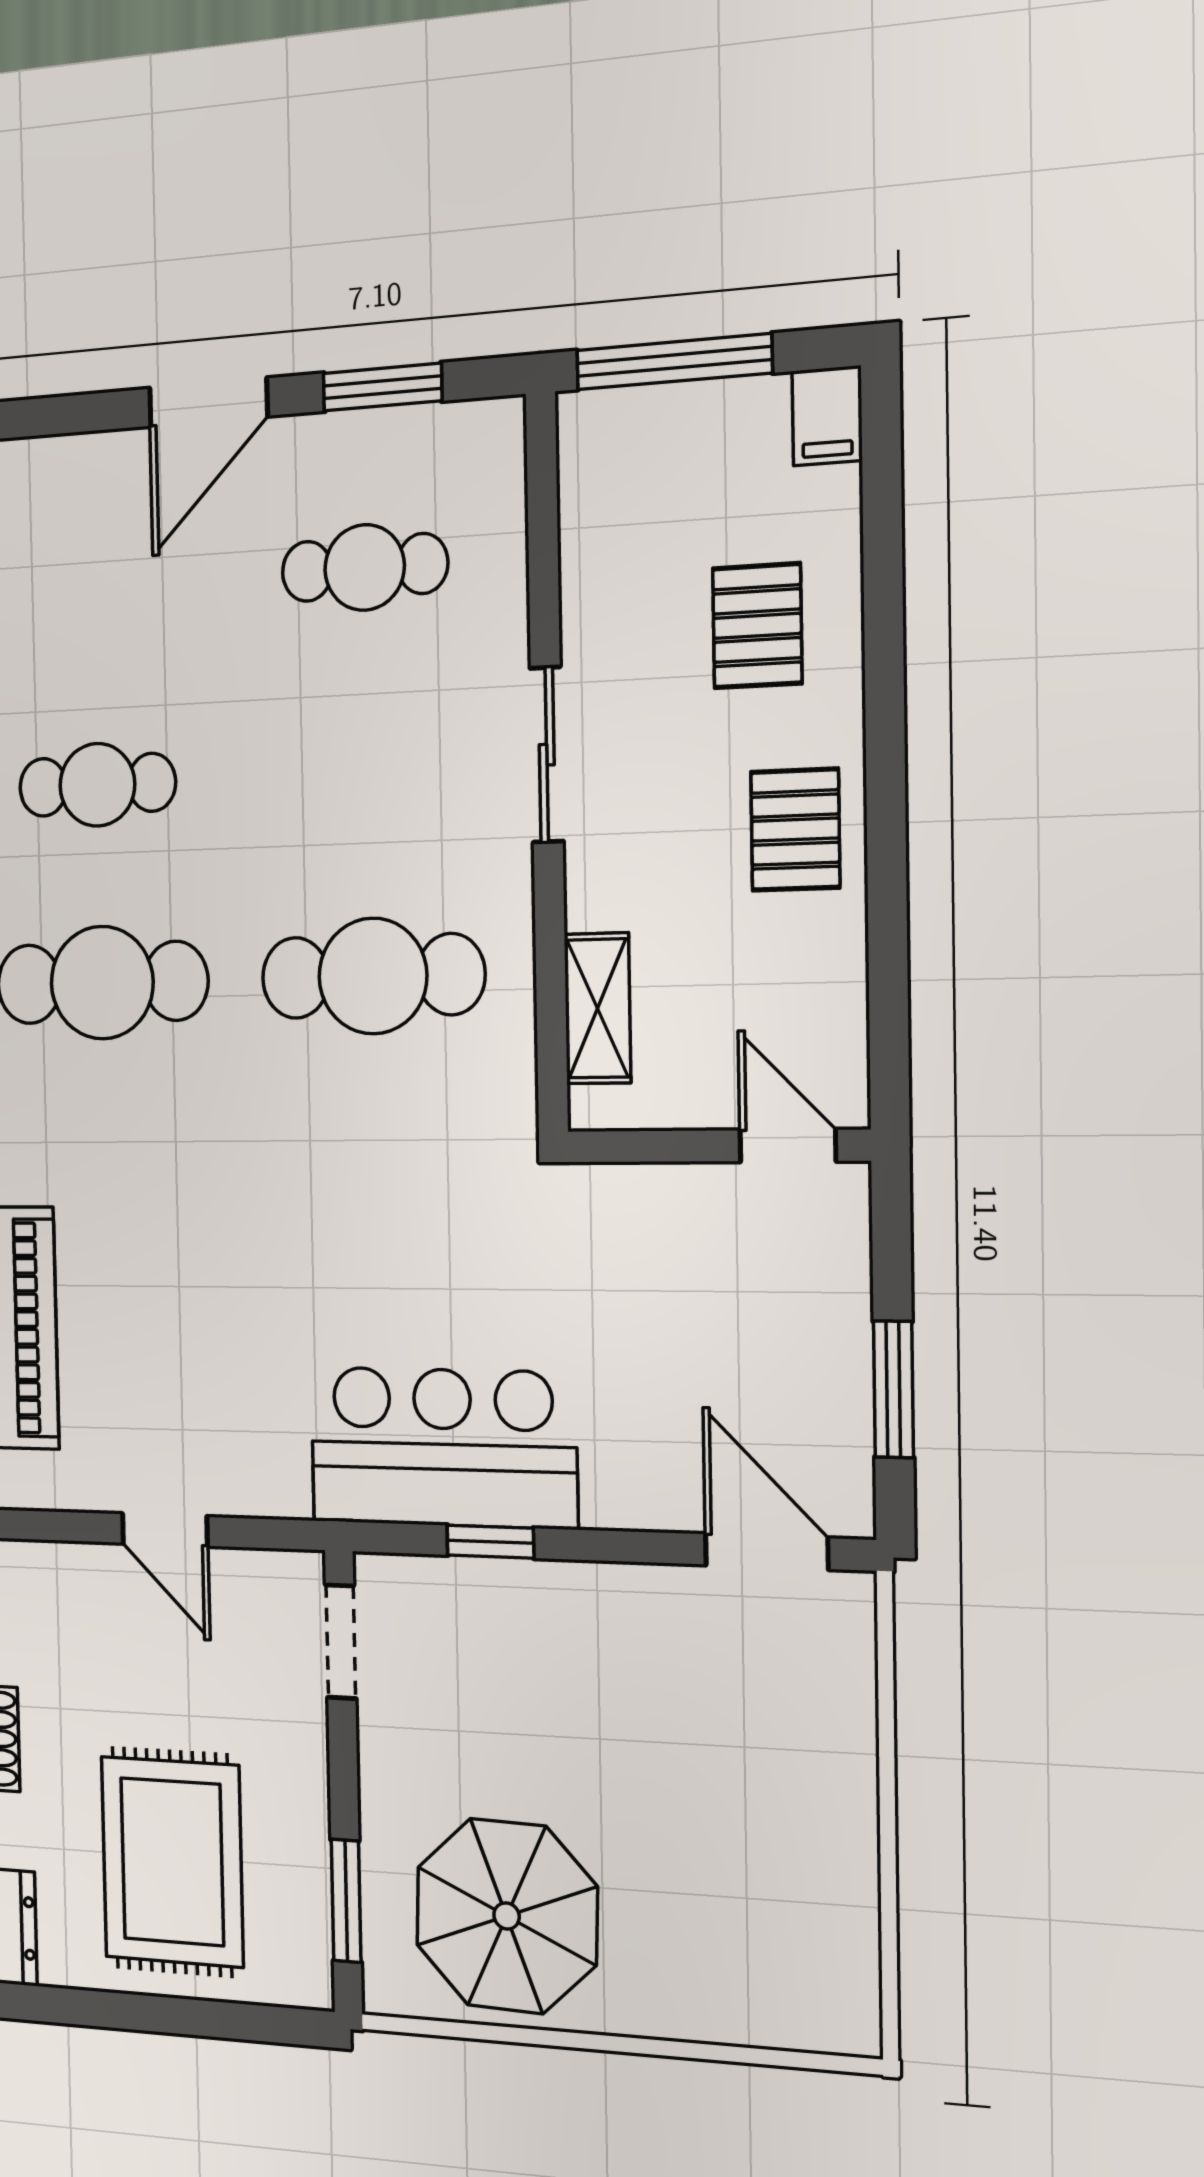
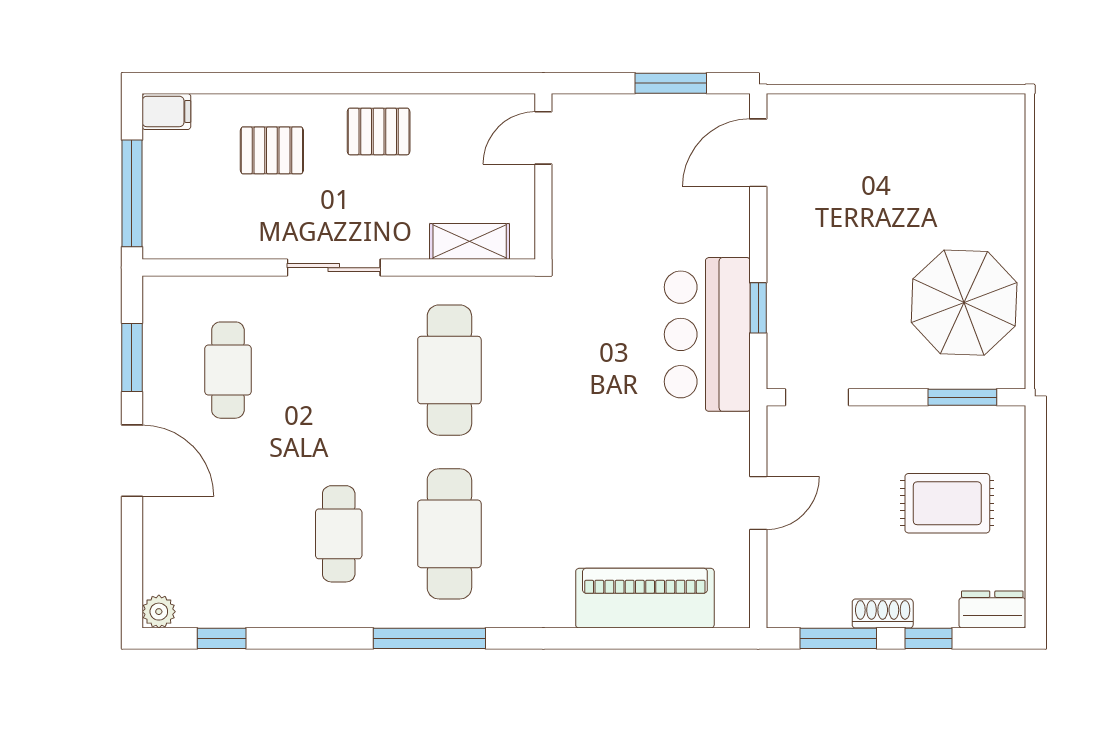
rug: (172, 1862) -> (947, 503), width x0.73, depth x0.70

